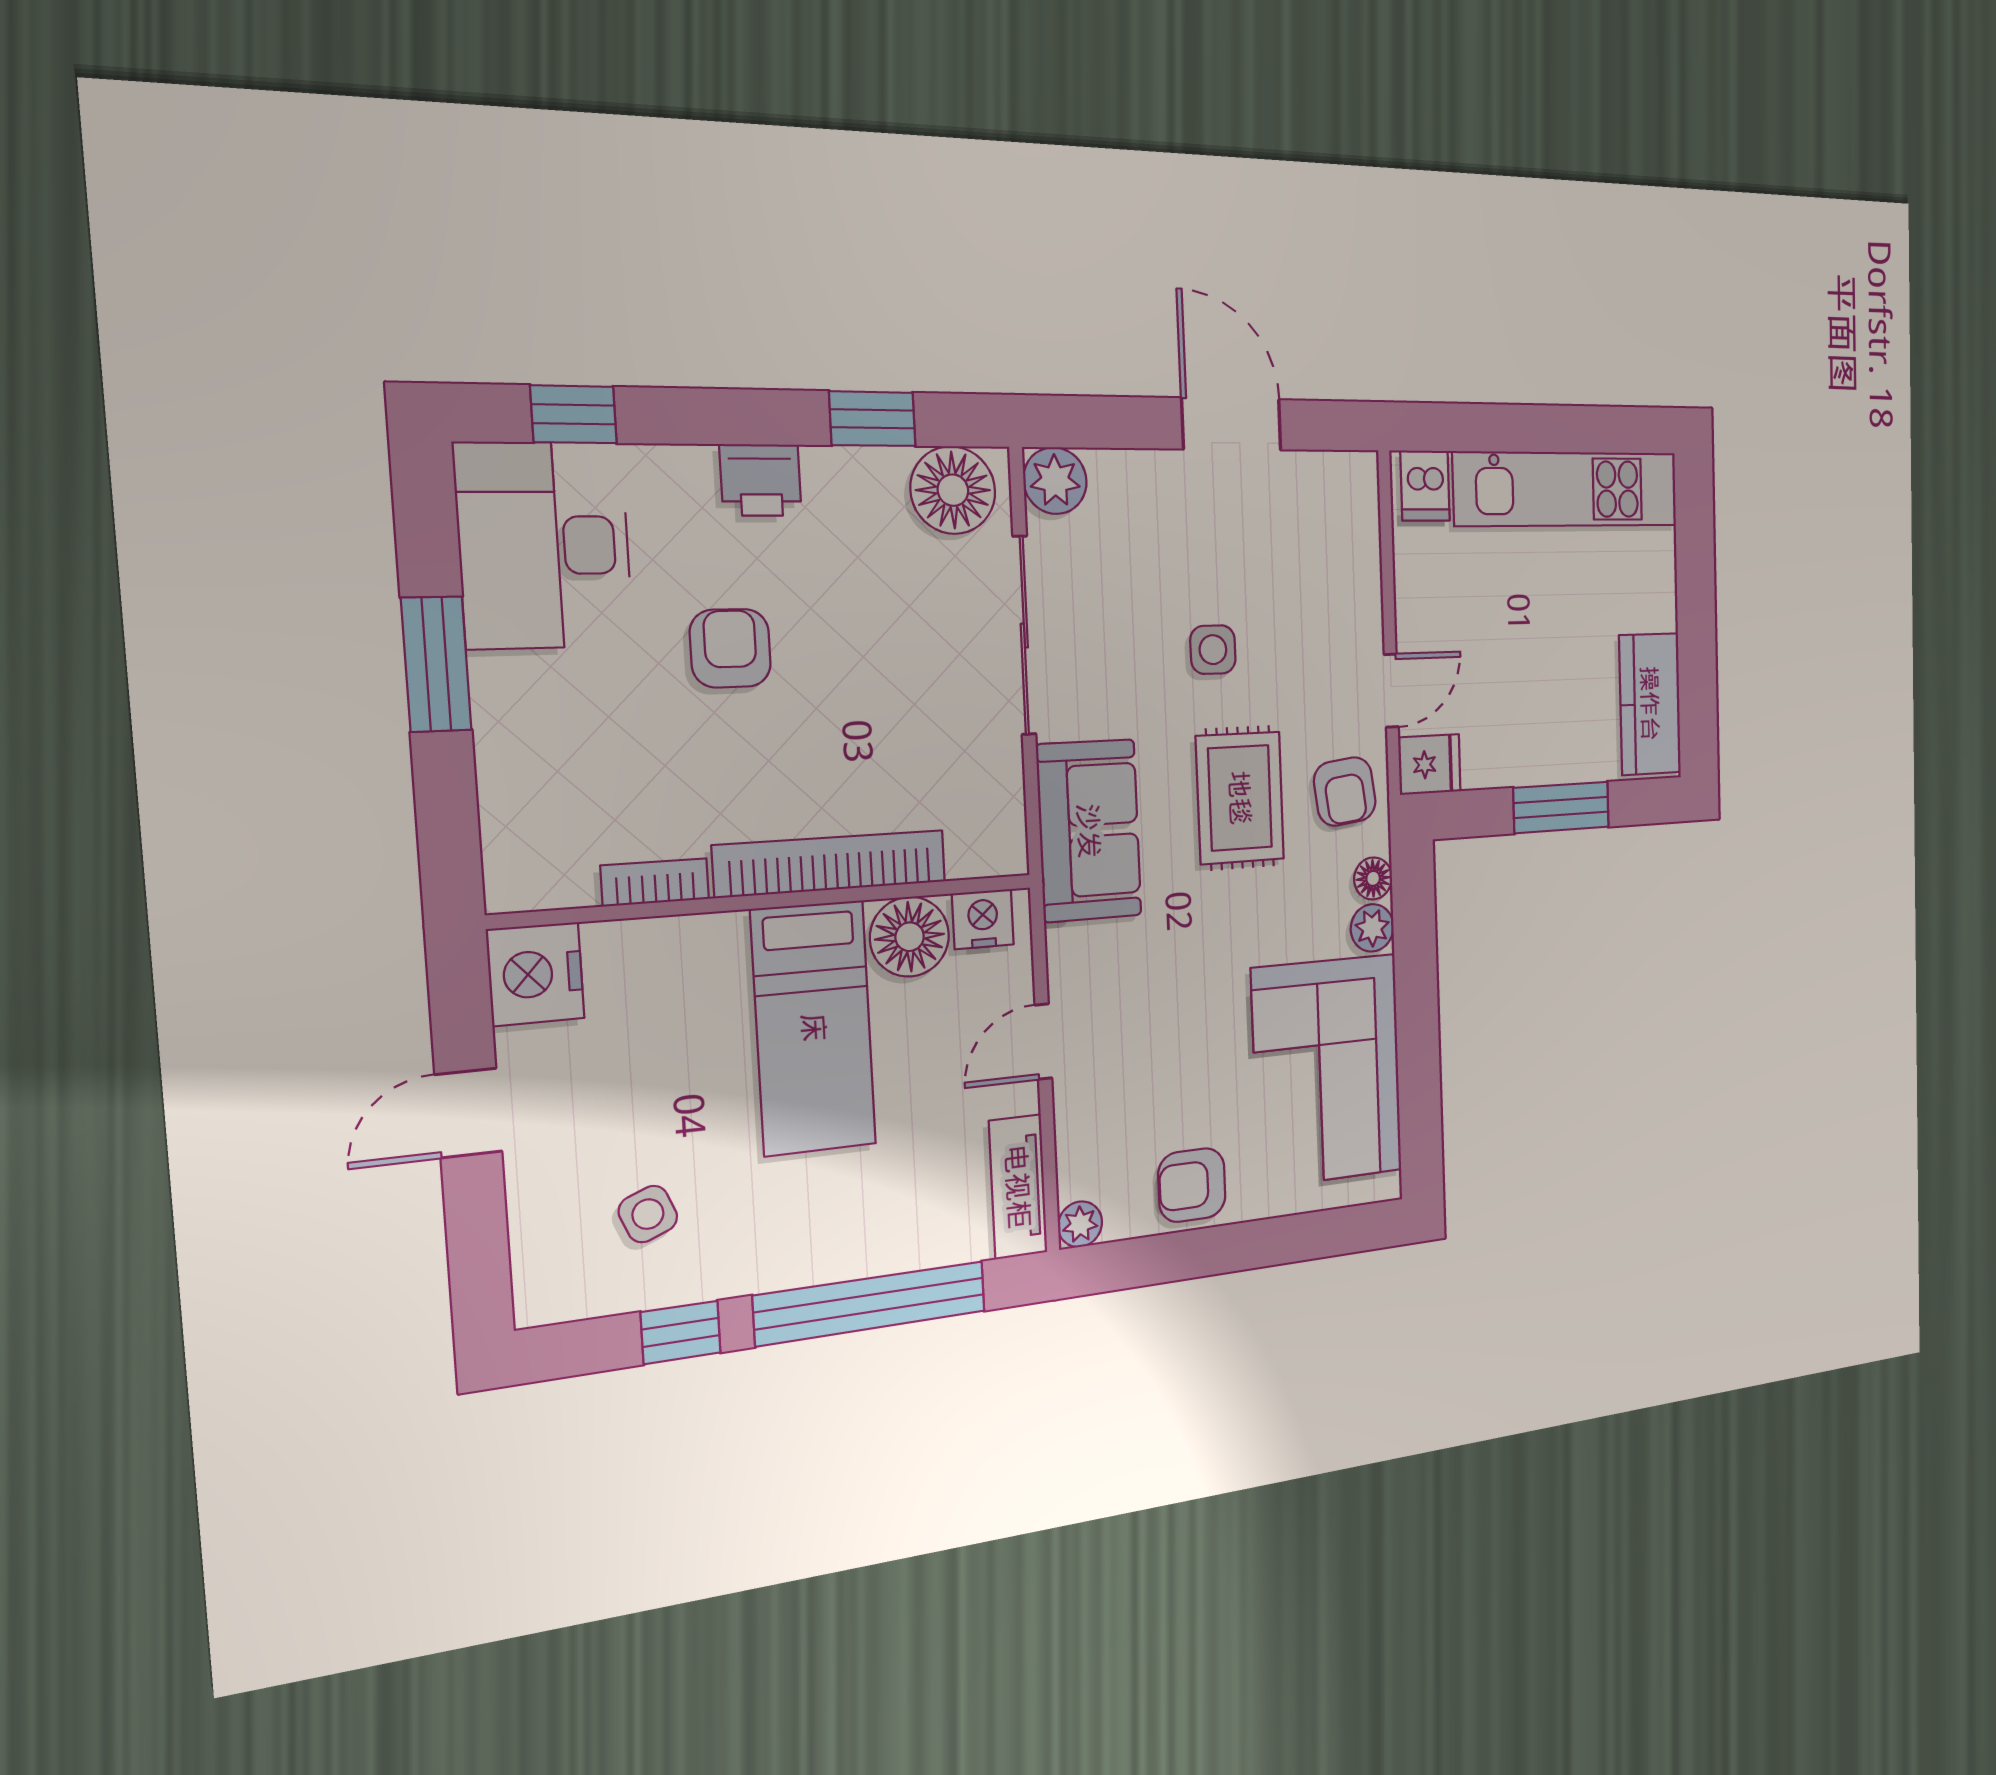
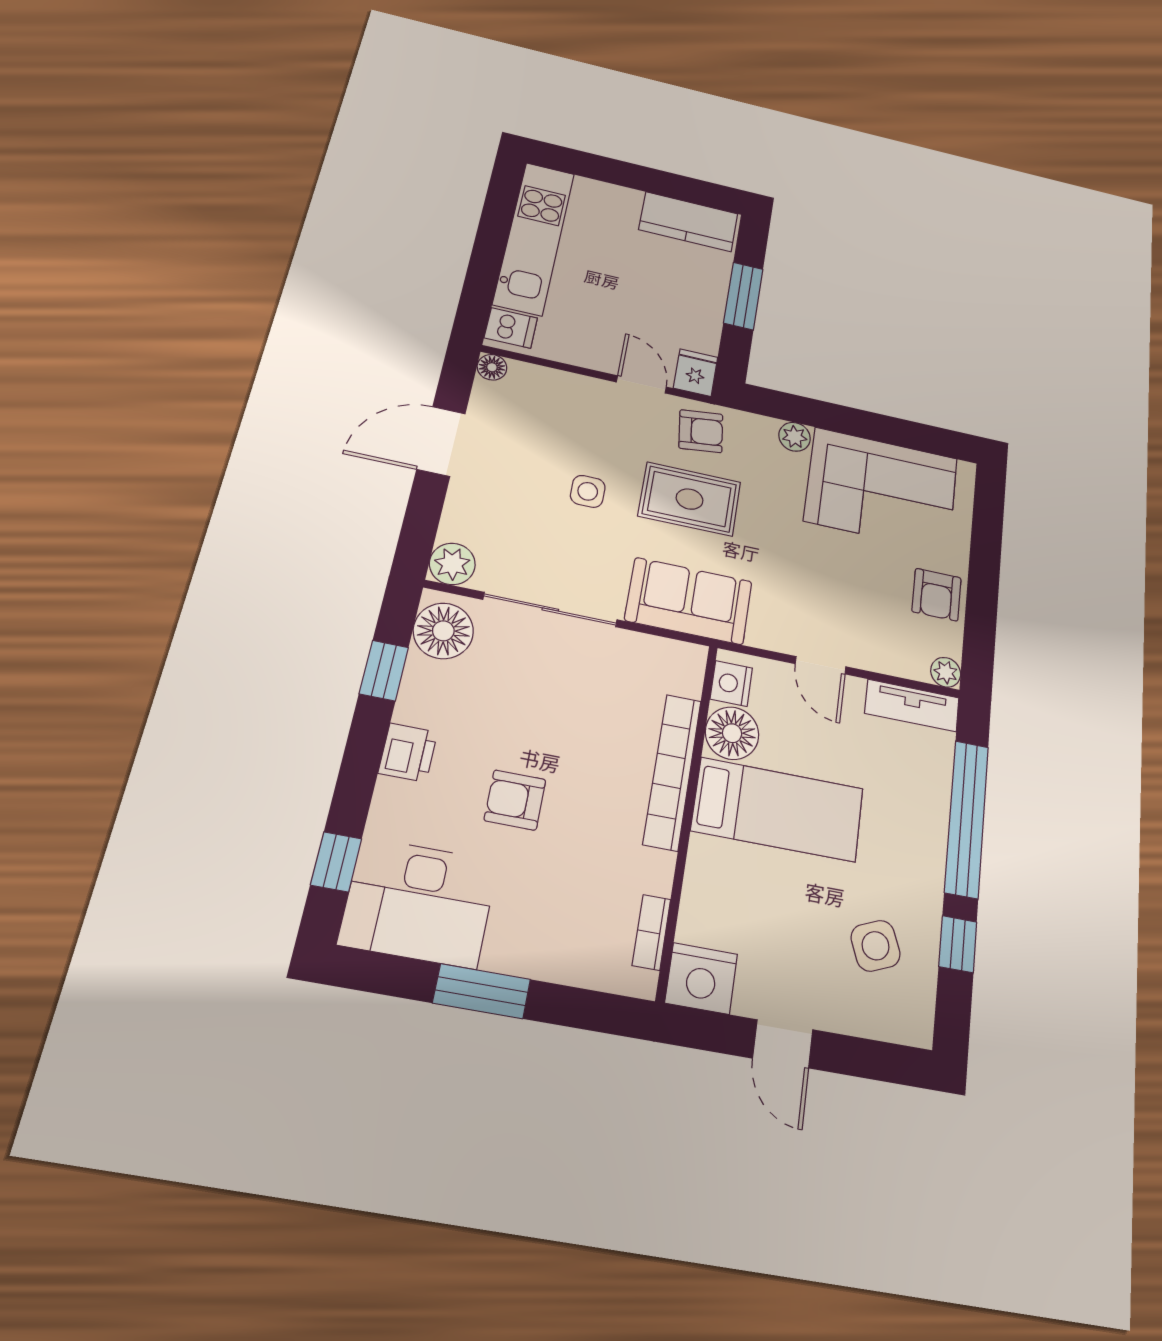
floor lamp: (1373, 878) -> (492, 367), moved
bookcase: (655, 882) -> (651, 932), moved
side table: (648, 1214) -> (876, 946), width x1.37, depth x1.37

